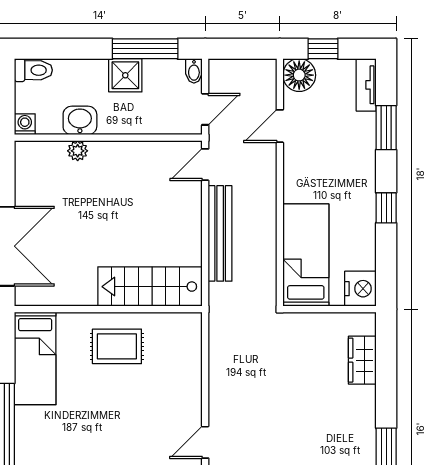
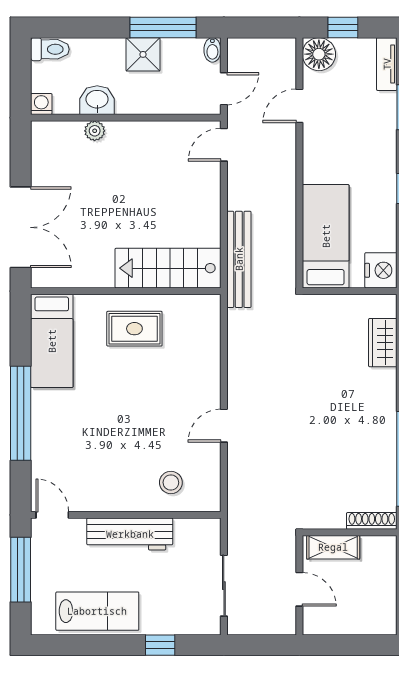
bench: (220, 233) -> (239, 259), moved

